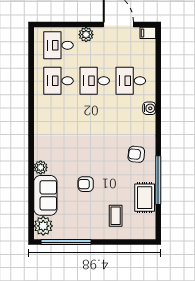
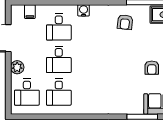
filing cabinet: (148, 33) -> (30, 12), moved
plant: (41, 167) -> (137, 108), removed
window: (31, 173) -> (142, 117), added

